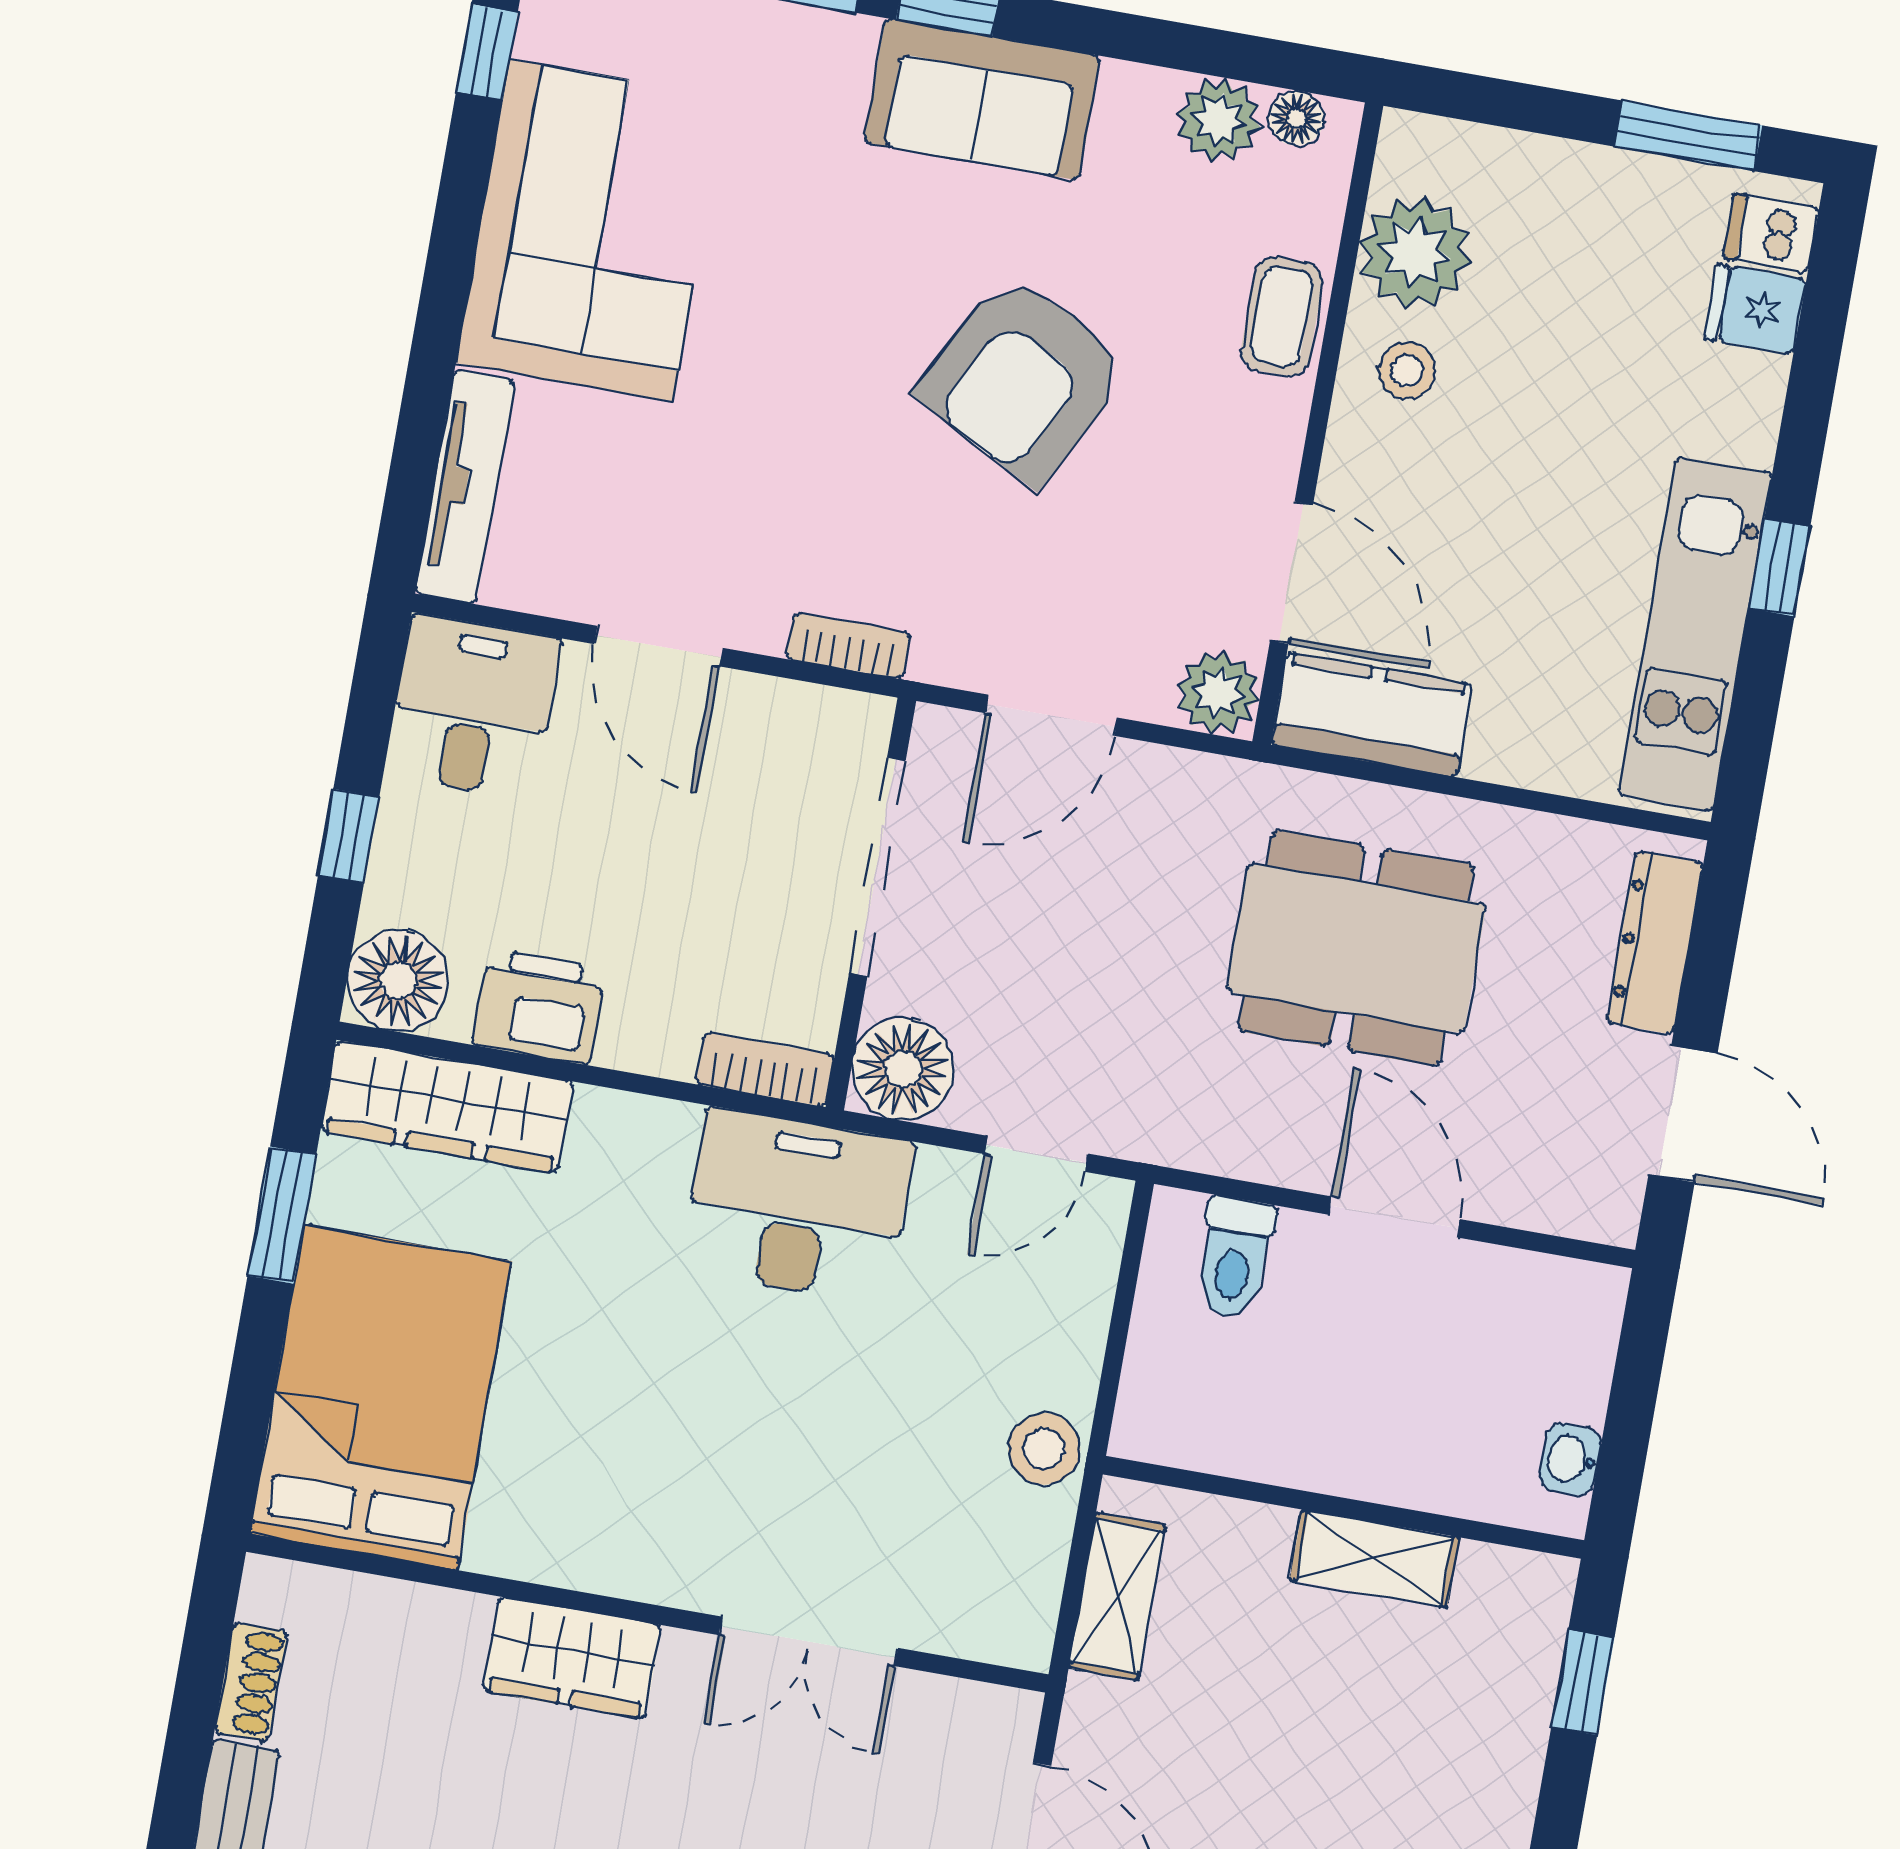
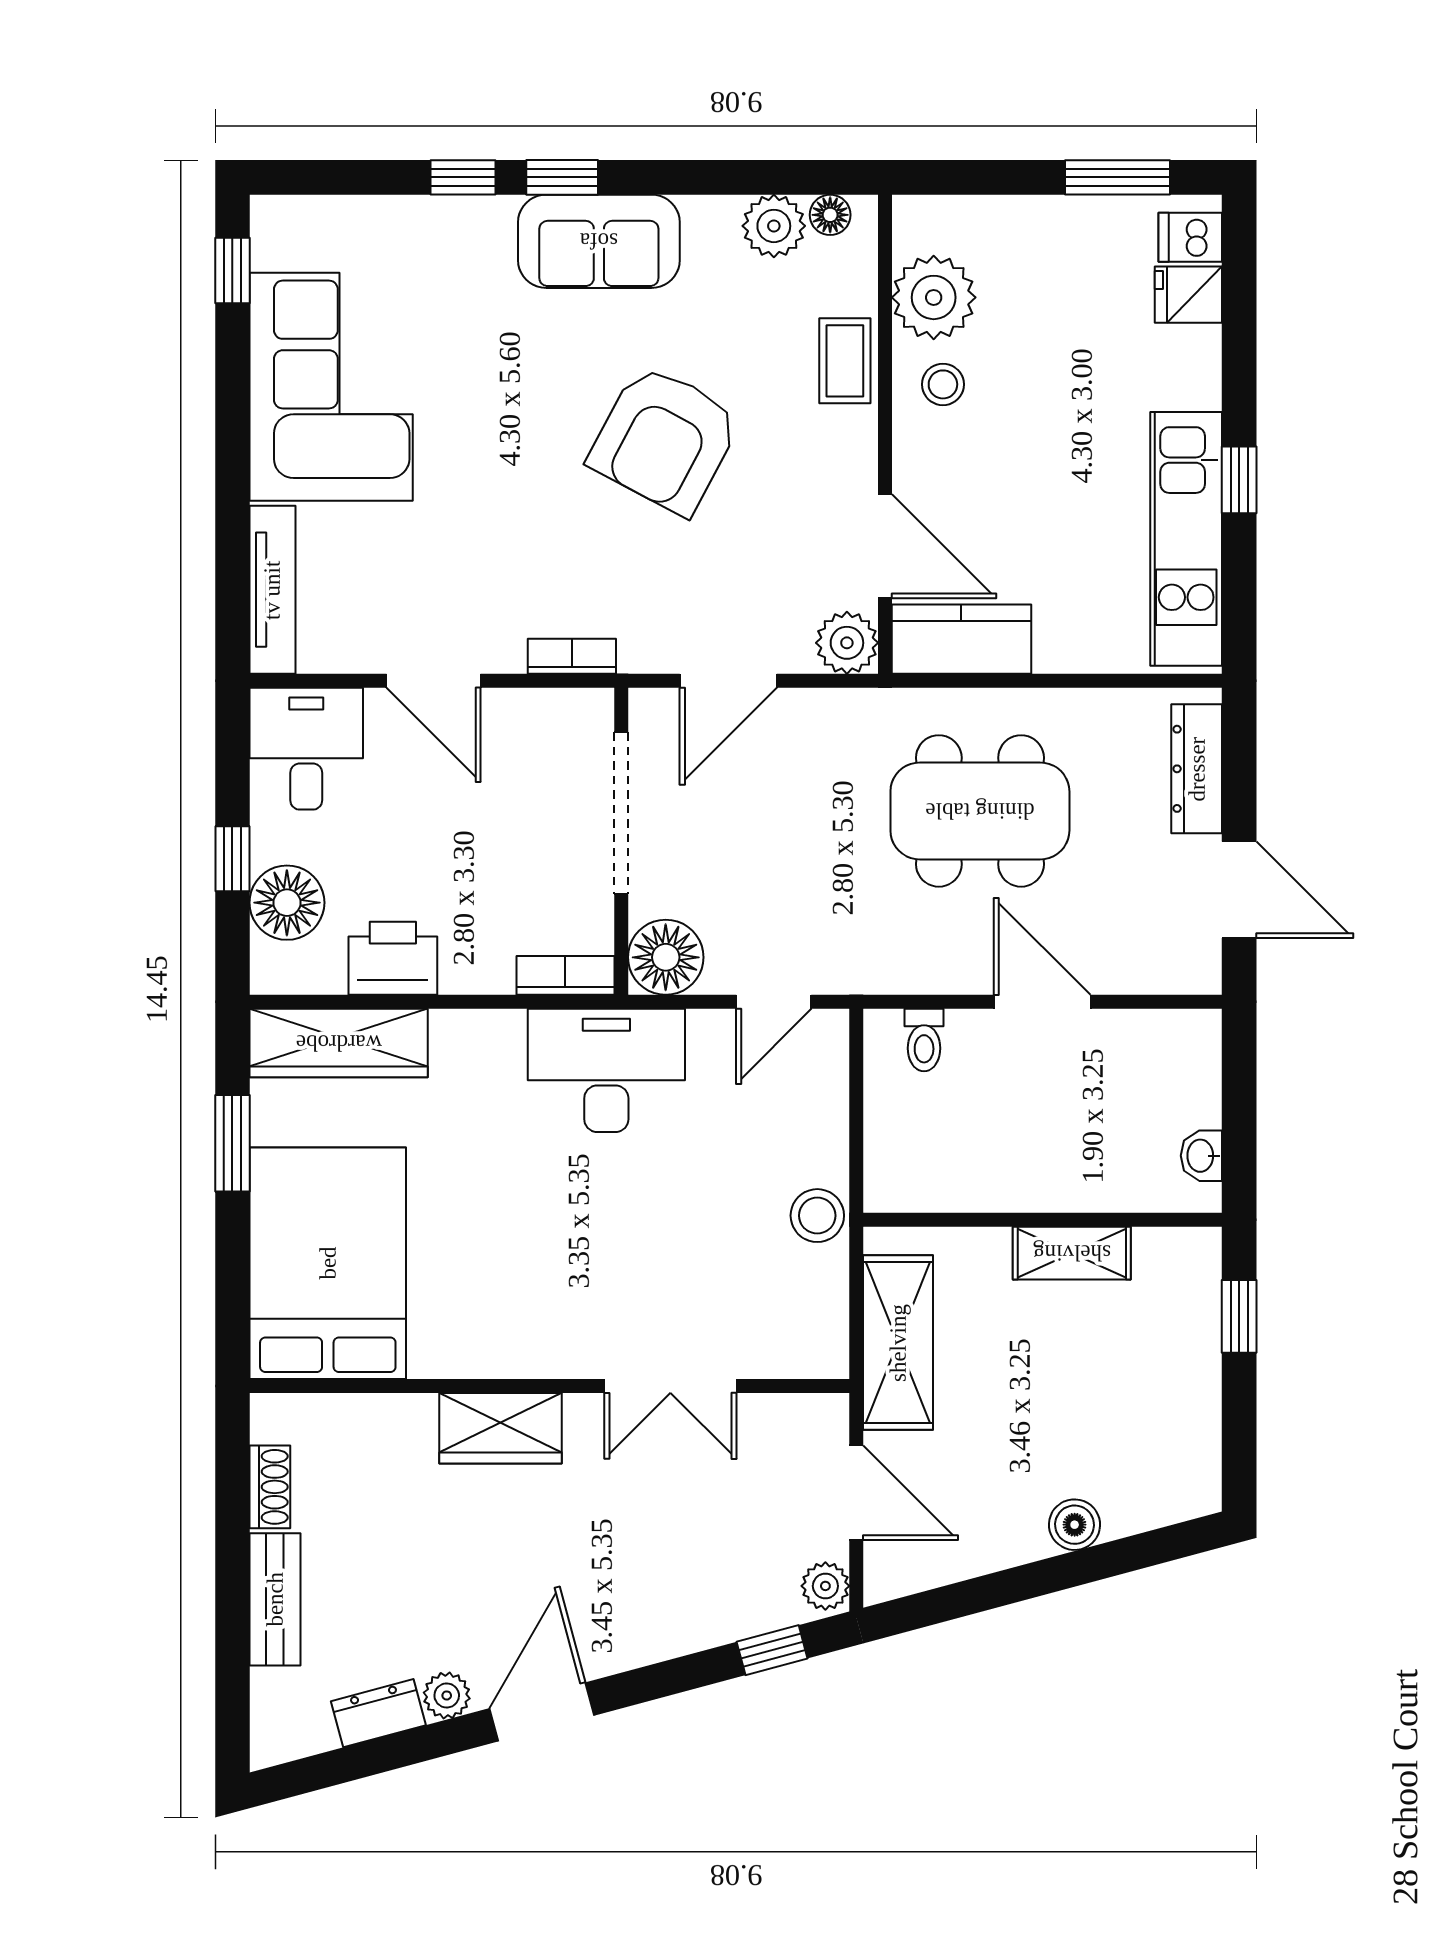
floor lamp: (398, 981) -> (287, 903), moved
toilet: (1234, 1258) -> (924, 1040), width x0.73, depth x0.72
shelving: (1117, 1596) -> (898, 1343), width x1.50, depth x1.33

